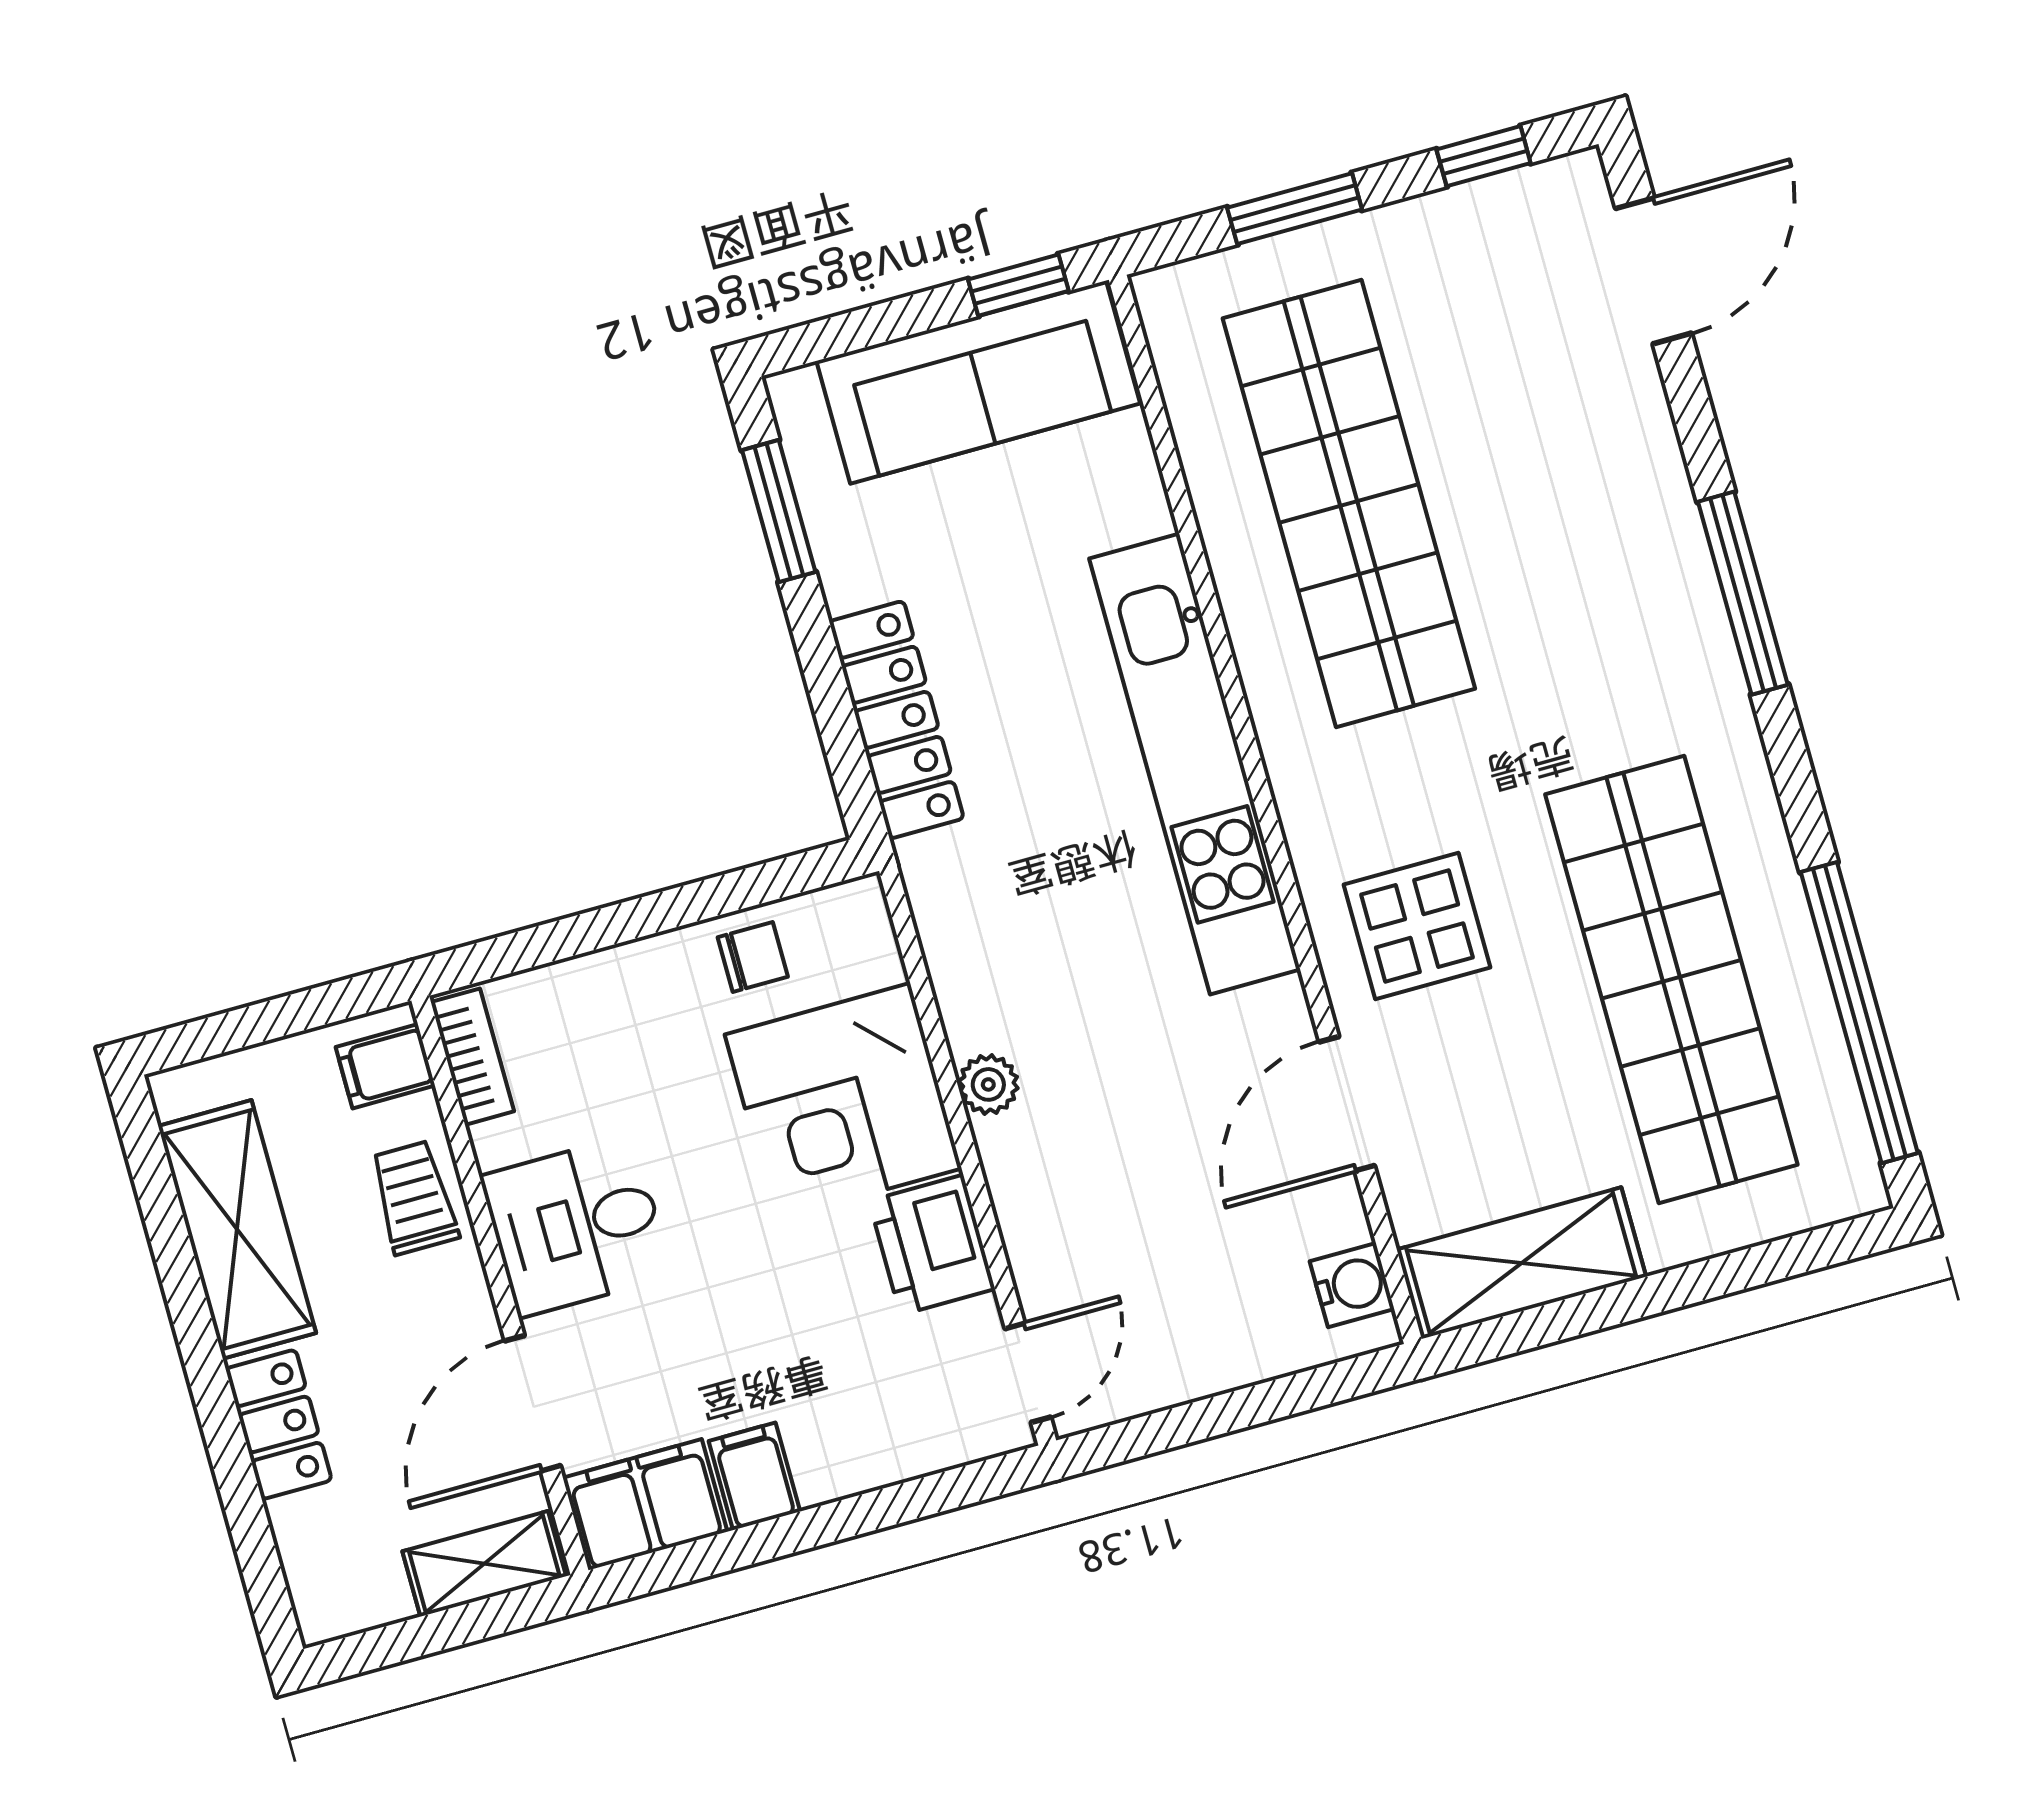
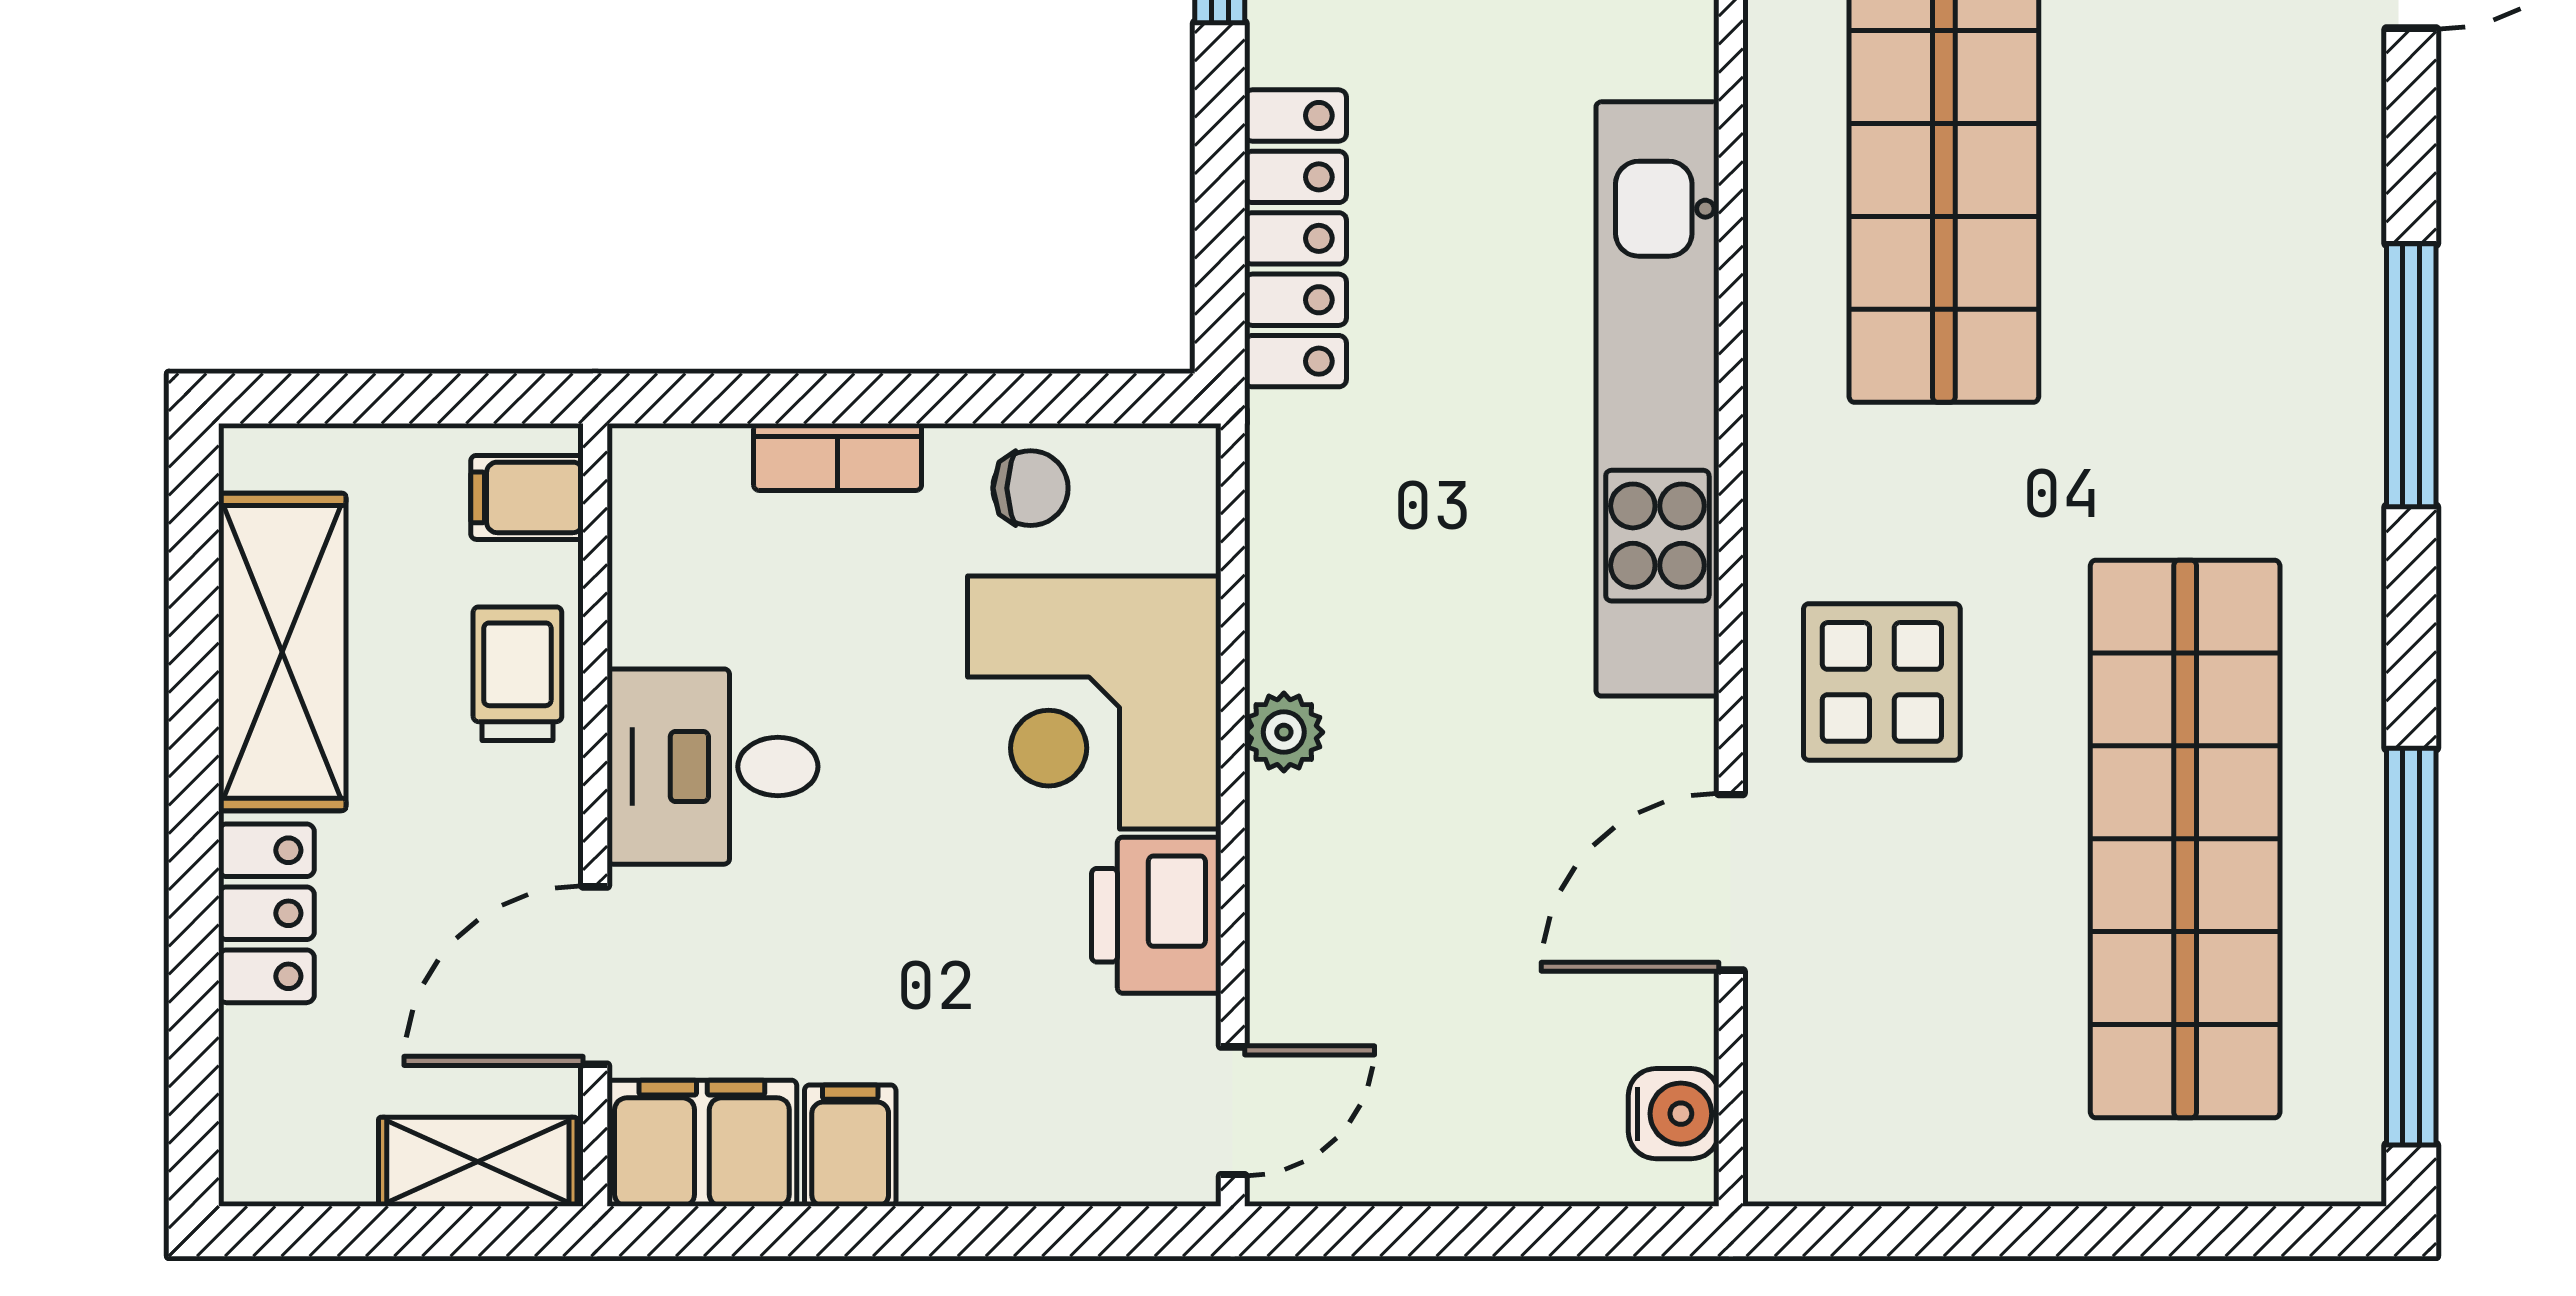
bookcase: (472, 1057) -> (838, 457), moved, turned 90
shelving: (1521, 1263) -> (1896, 1145), removed

